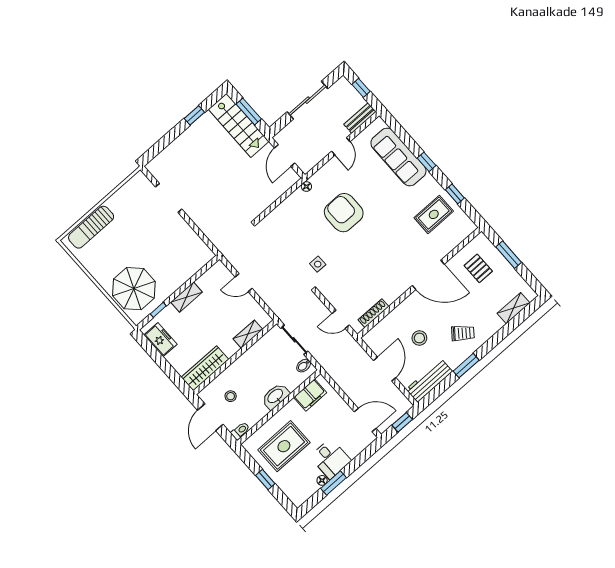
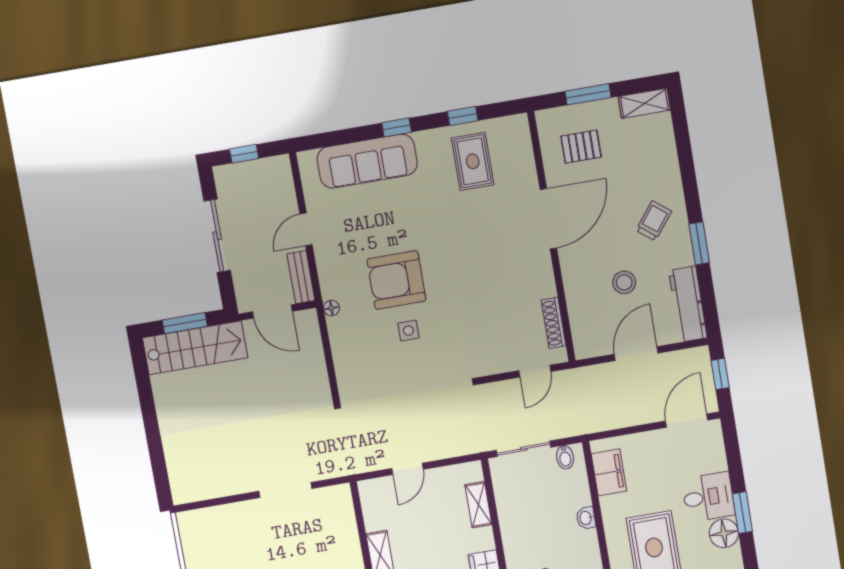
window: (194, 115) -> (146, 398), removed
bench: (360, 118) -> (301, 277), moved
door: (341, 146) -> (306, 229), swing flipped
doorway: (169, 198) -> (285, 490), moved
side table: (318, 264) -> (408, 331), moved
shelving: (514, 308) -> (644, 103), moved, turned 90
door: (385, 369) -> (636, 354), hinge flipped
washbasin: (275, 396) -> (586, 518), width x0.52, depth x0.69
floor lamp: (322, 480) -> (724, 533), width x1.89, depth x1.89

